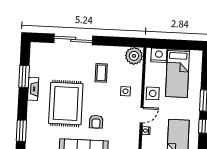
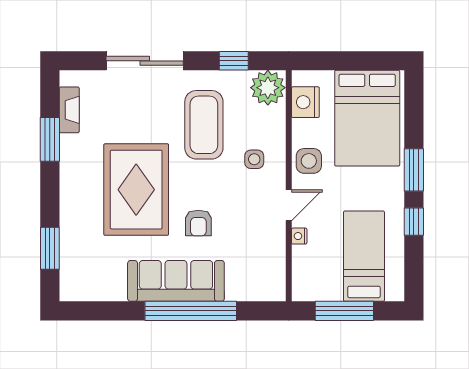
window: (118, 42) -> (234, 61), added
nightstand: (159, 55) -> (305, 102), moved, turned -90
coffee table: (101, 73) -> (204, 125), width x1.86, depth x1.72
bed: (177, 73) -> (367, 118), width x1.50
fireplace: (33, 89) -> (69, 110), moved

